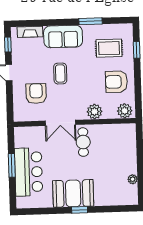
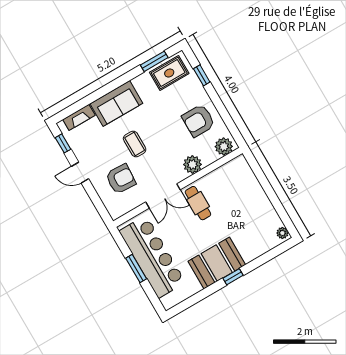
window: (90, 21) -> (154, 61), moved
rug: (109, 48) -> (169, 73), moved
armchair: (36, 94) -> (121, 179), turned 93
bar counter: (29, 172) -> (152, 257), width x1.36
plant: (133, 179) -> (282, 233), moved

